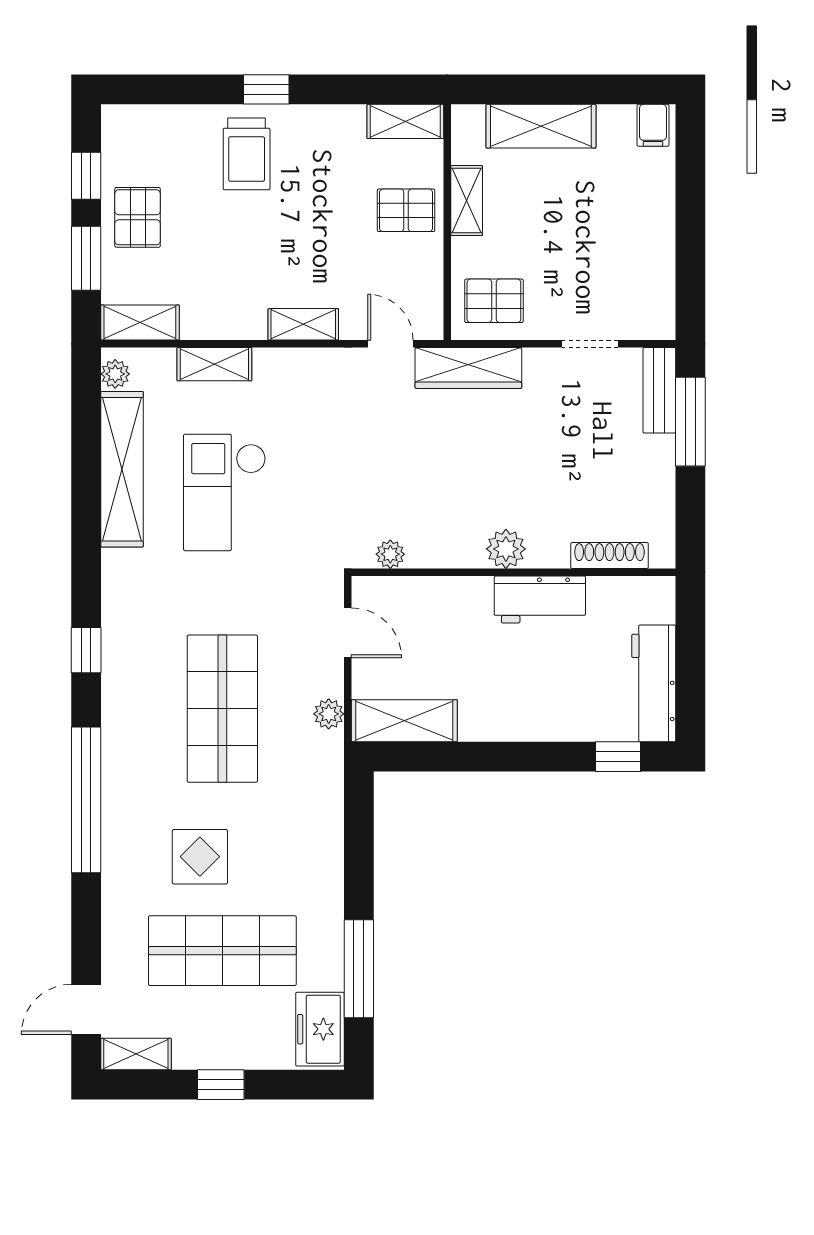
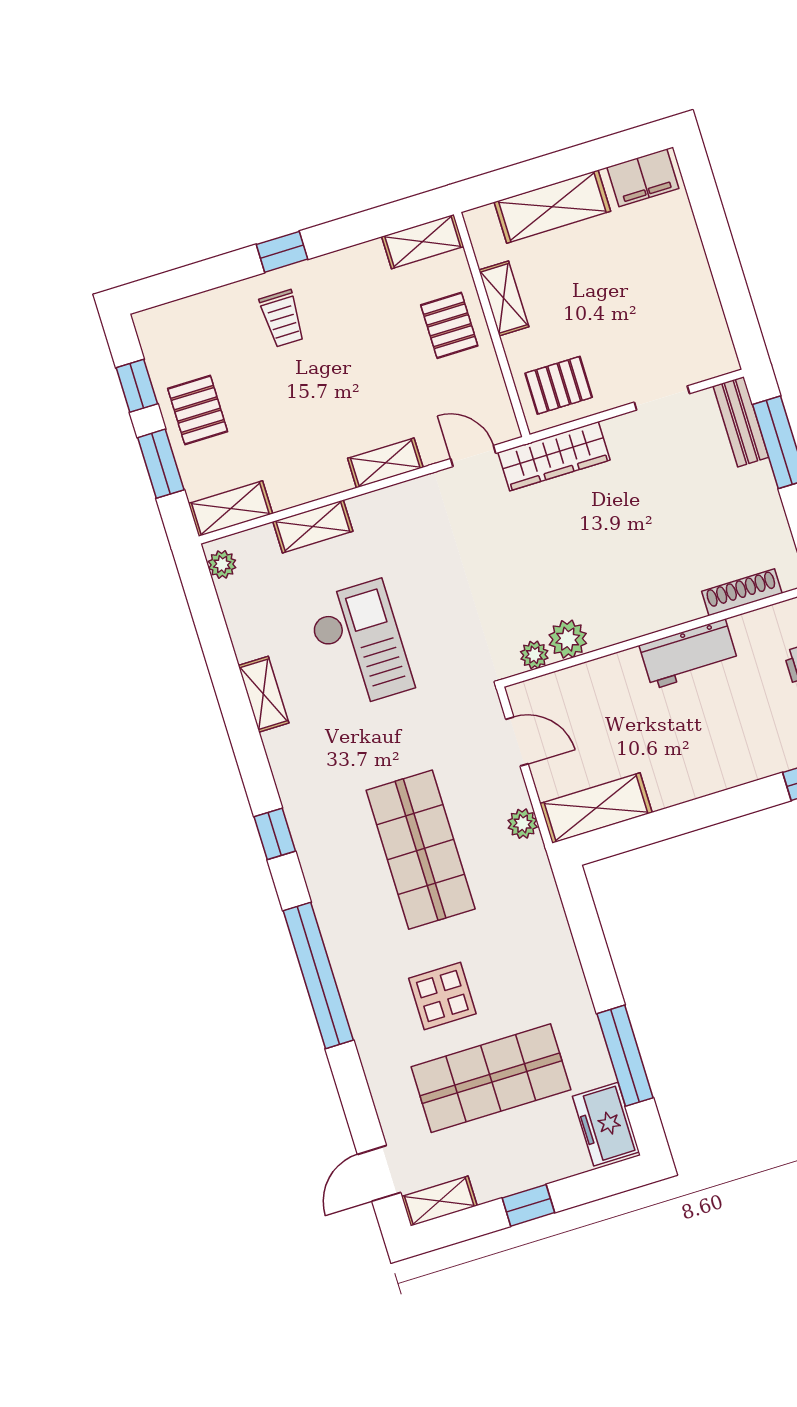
filing cabinet: (653, 125) -> (643, 178), width x2.00
trolley: (247, 154) -> (282, 318), width x0.73, depth x0.72
pallet: (406, 210) -> (449, 325), turned 90
shelving: (122, 469) -> (263, 694), width x0.45, depth x0.75
checkout: (225, 492) -> (360, 645), turned 180
plant: (506, 549) -> (568, 639), moved

